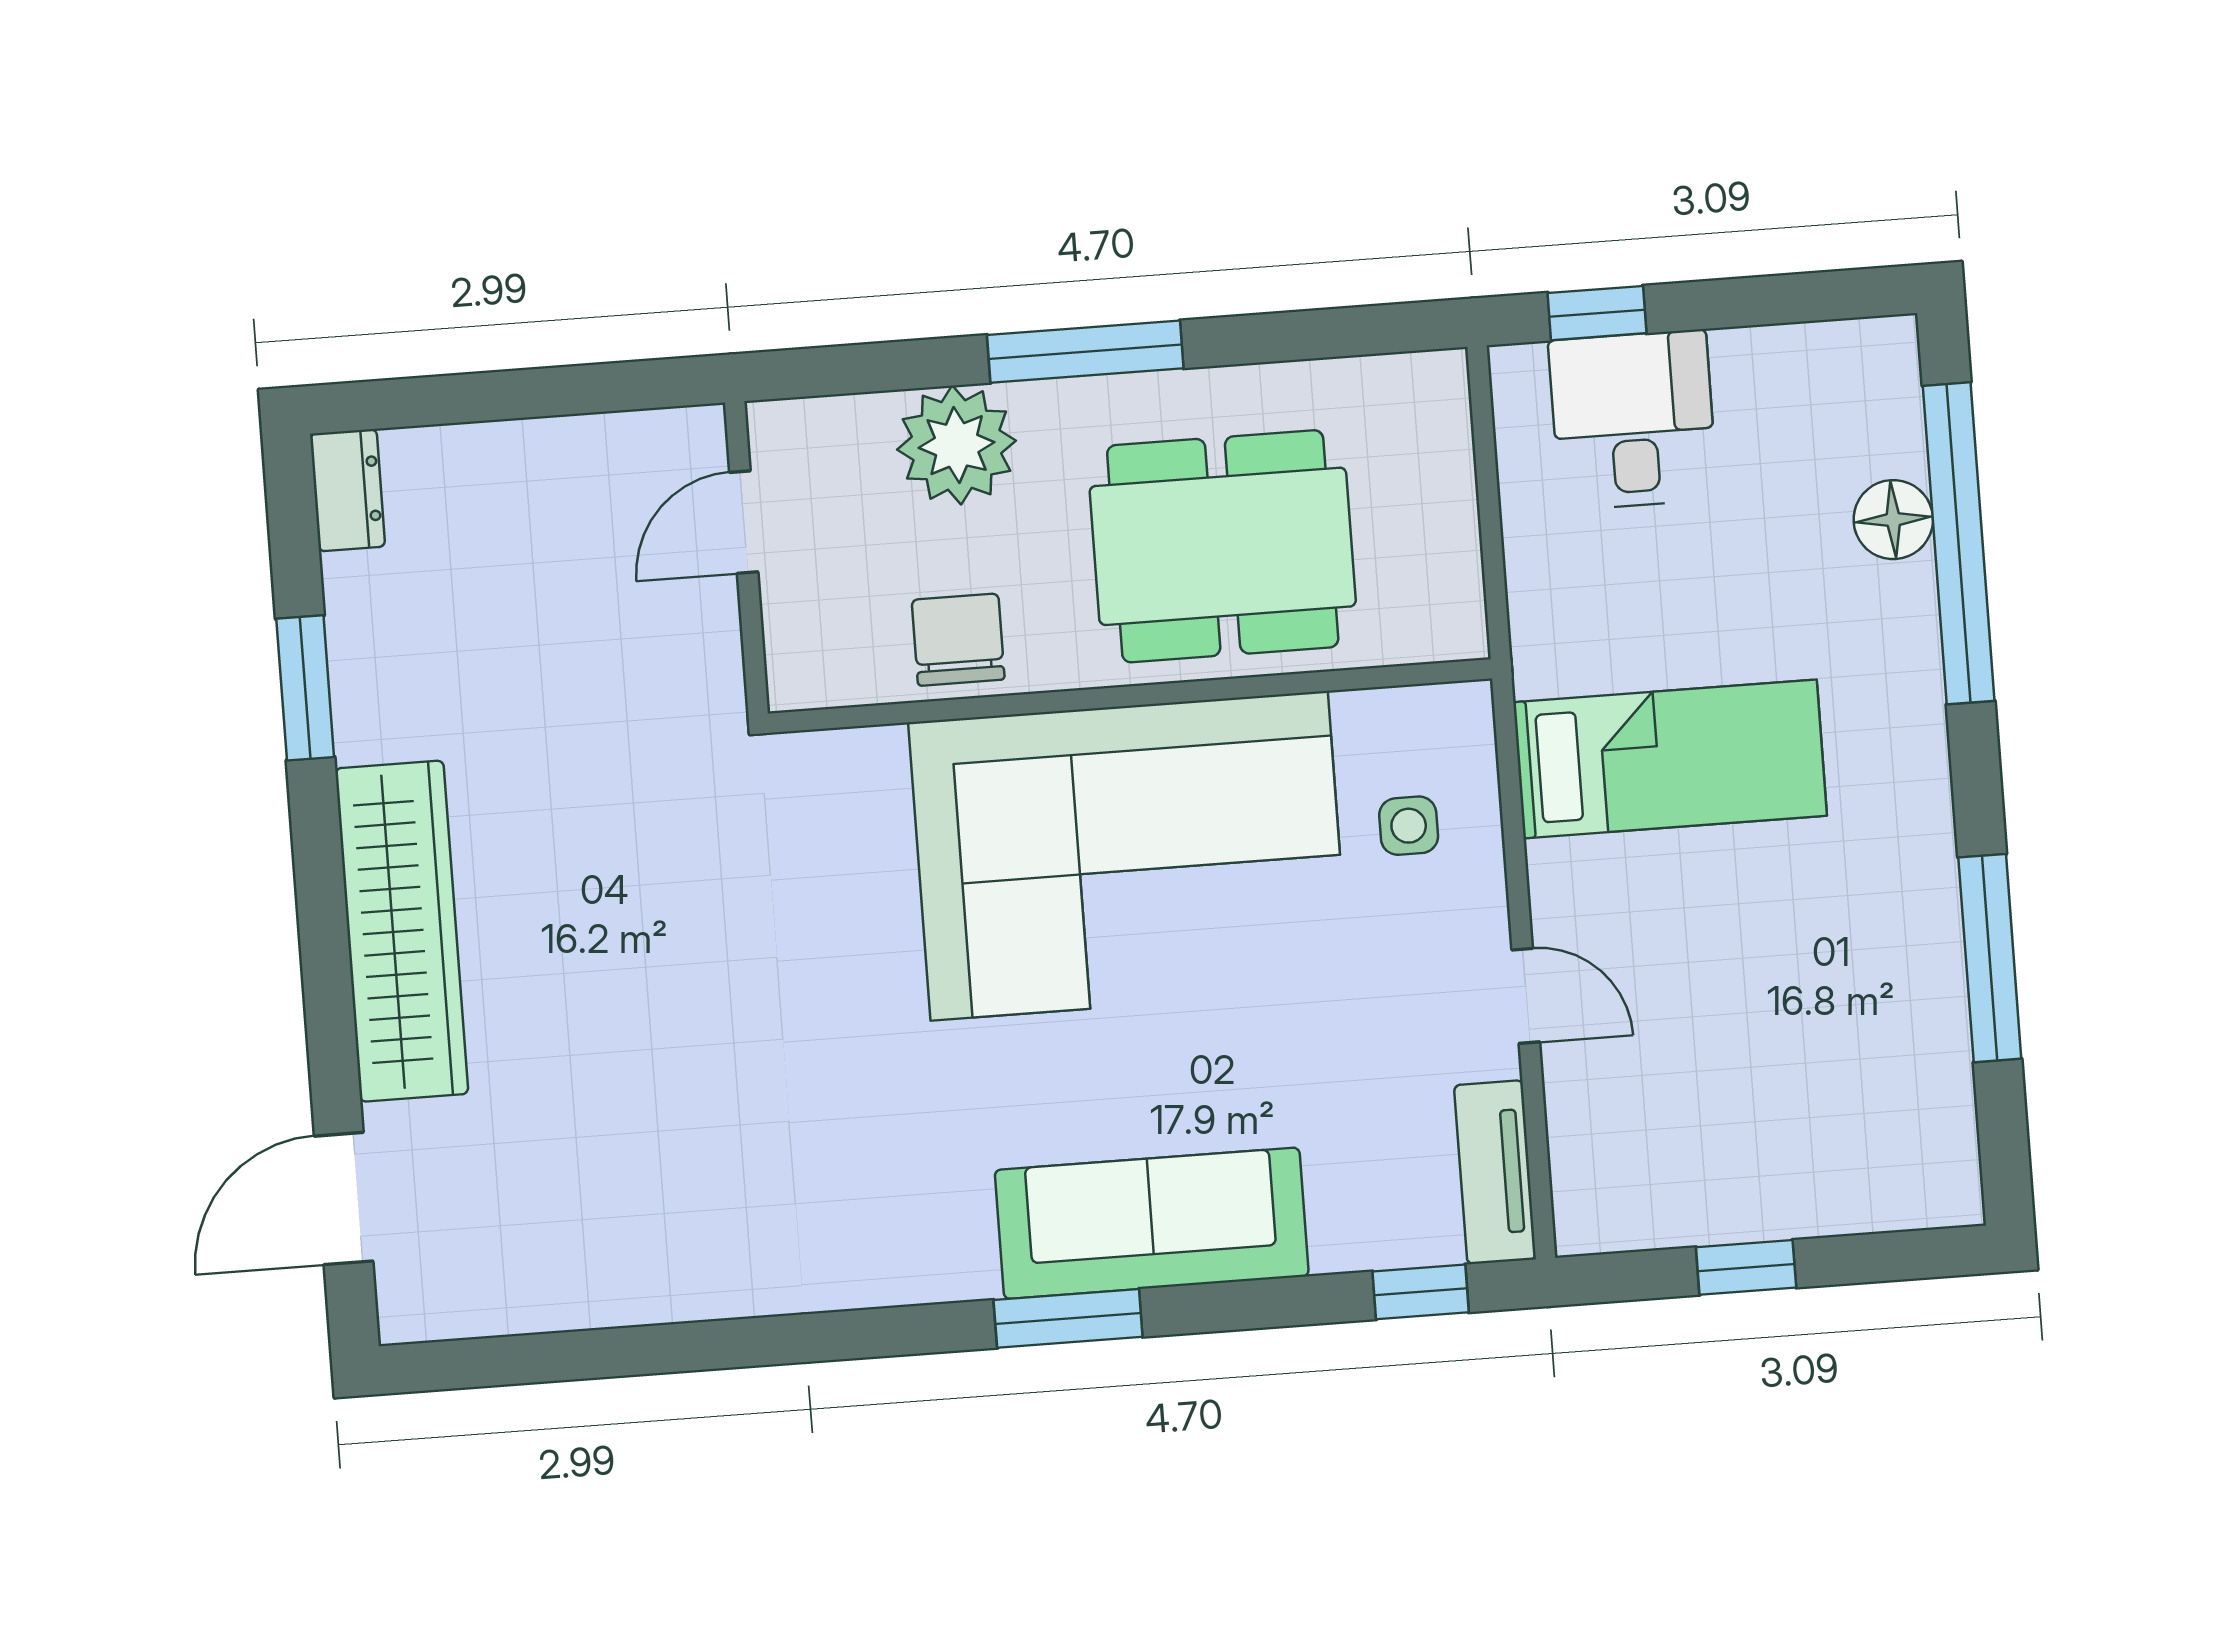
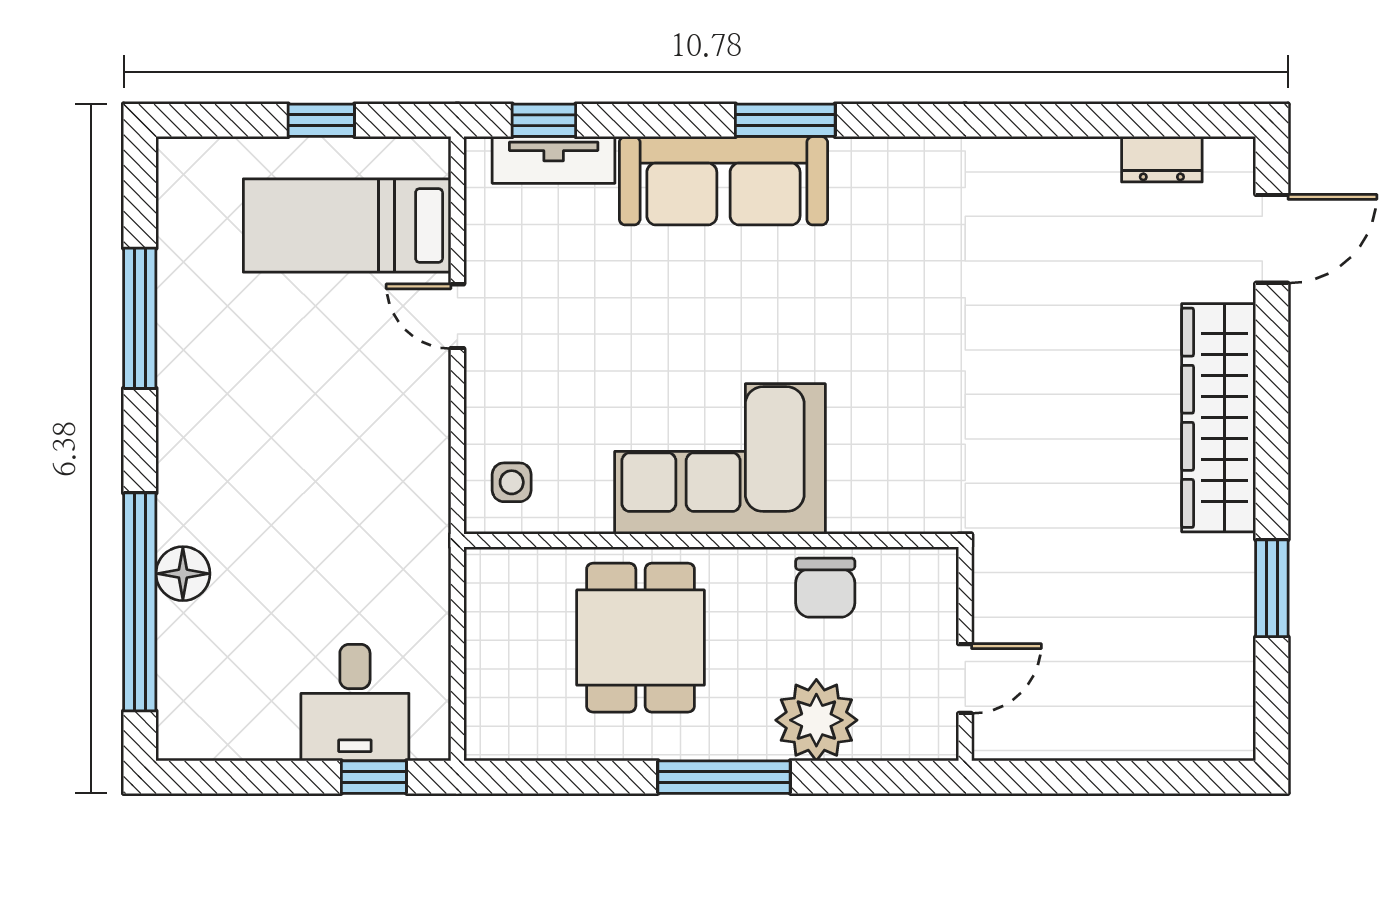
dresser: (348, 490) -> (1162, 159), moved, turned -90
floor lamp: (1893, 520) -> (183, 574), moved
dining table: (1223, 546) -> (640, 638), width x0.73
bed: (1670, 759) -> (347, 225), moved
side table: (1409, 826) -> (512, 482), moved
corner sofa: (1129, 856) -> (720, 459), width x0.73, depth x0.74
tv unit: (1495, 1172) -> (554, 160), moved, turned 90

